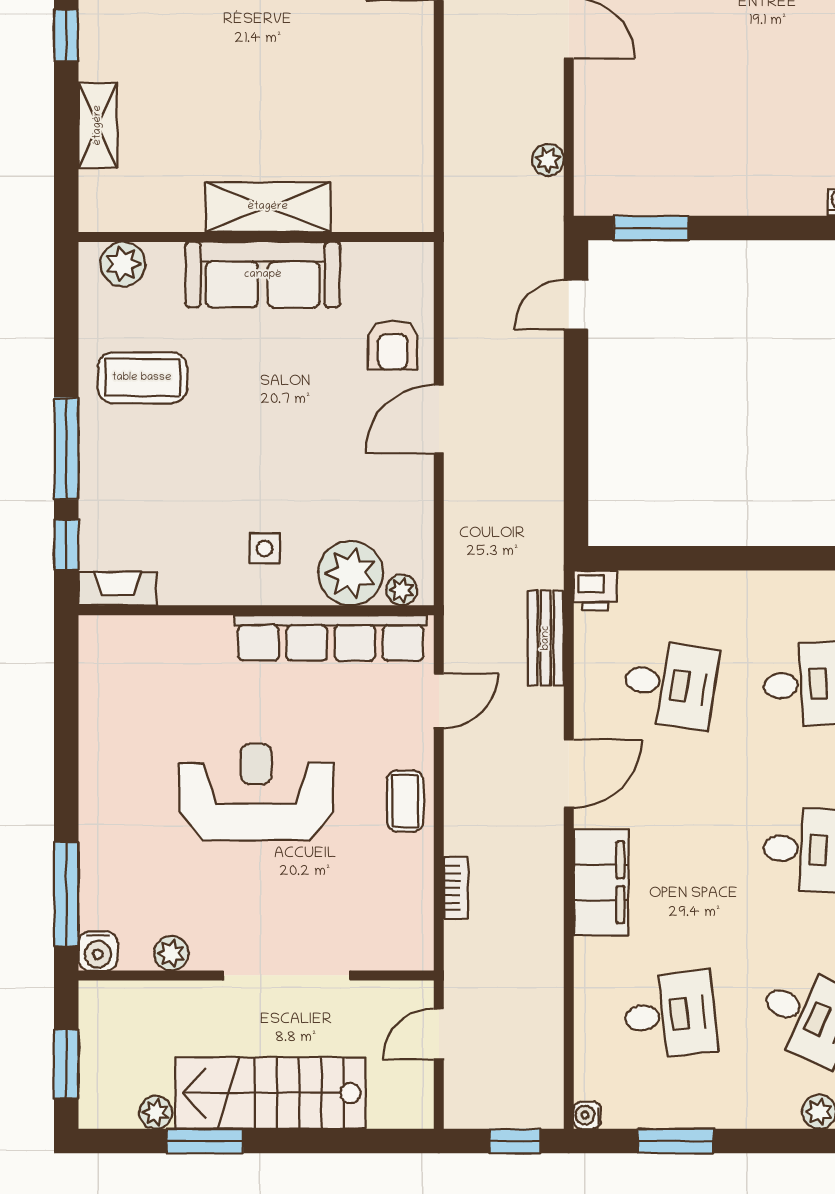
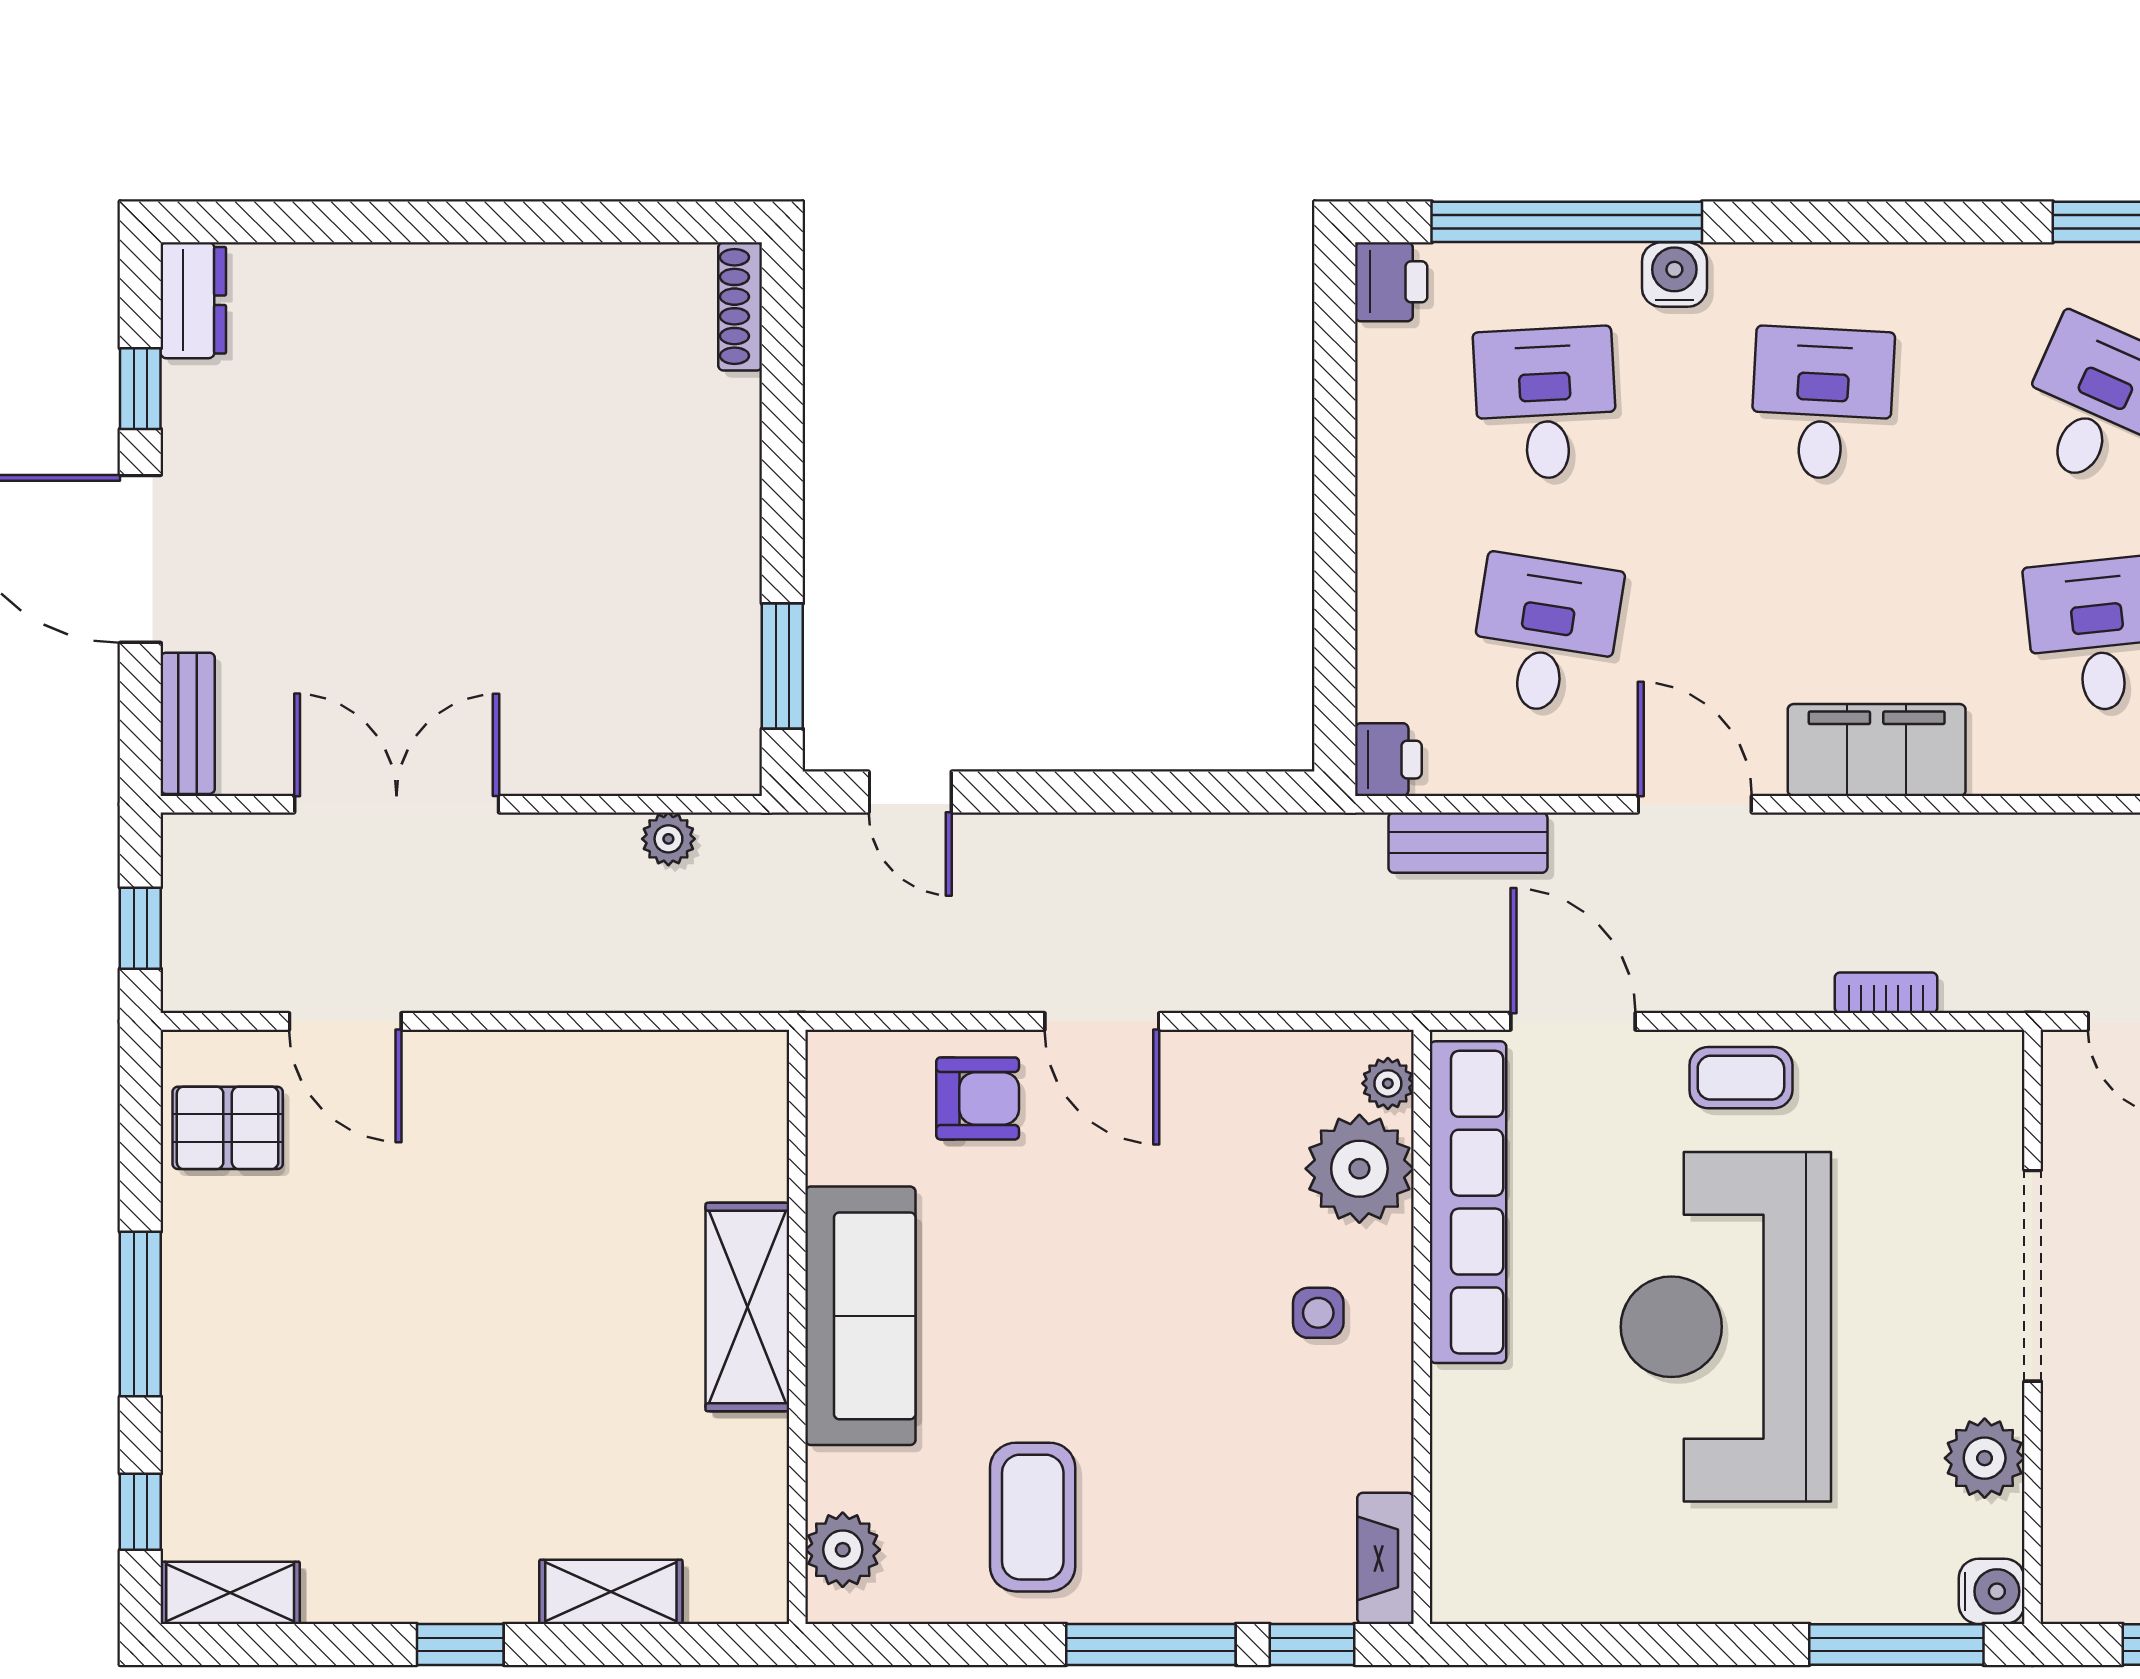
door: (439, 701) -> (1573, 1021), width x1.38
reception desk: (256, 792) -> (1726, 1327), width x1.36, depth x1.30
plant: (171, 953) -> (1985, 1458), width x1.38, depth x1.38

